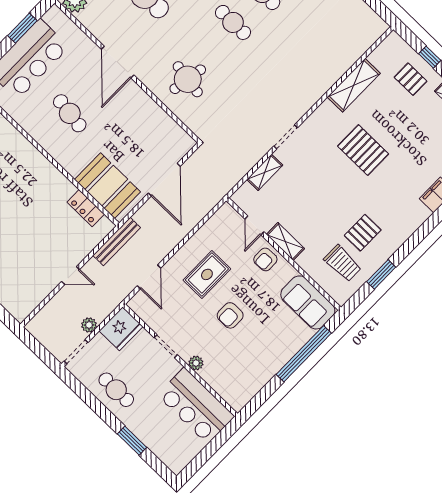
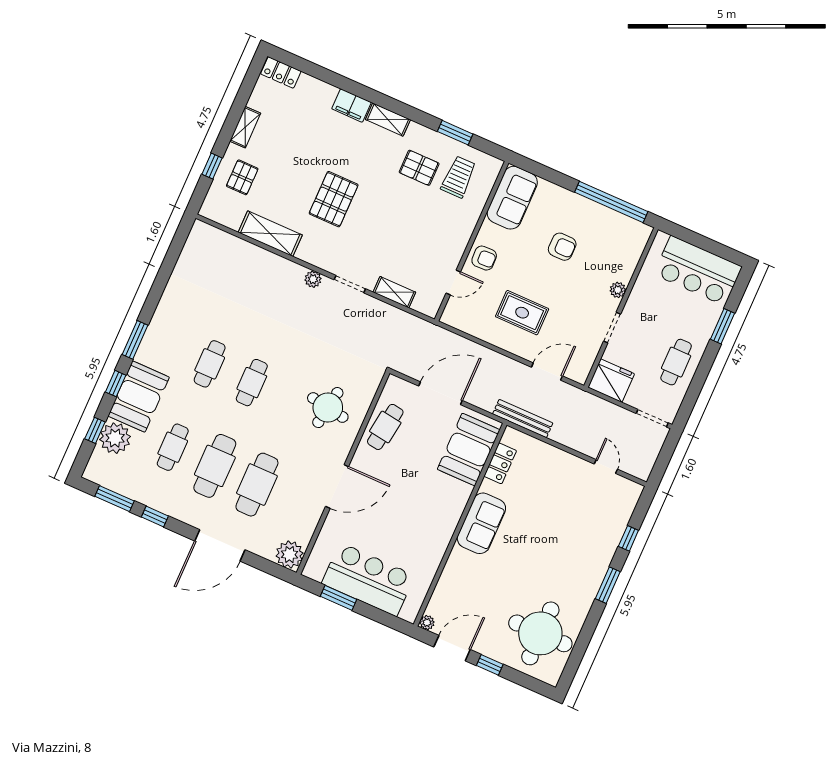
cafe table: (70, 113) -> (385, 427), moved
sofa: (41, 173) -> (481, 523), added
shelving: (285, 242) -> (388, 120), moved, turned 90
door: (71, 275) -> (606, 467), moved
armchair: (230, 315) -> (562, 247), moved
plant: (89, 325) -> (313, 279), moved
window: (304, 354) -> (611, 202), moved
bar counter: (196, 406) -> (698, 271), moved, turned 90

